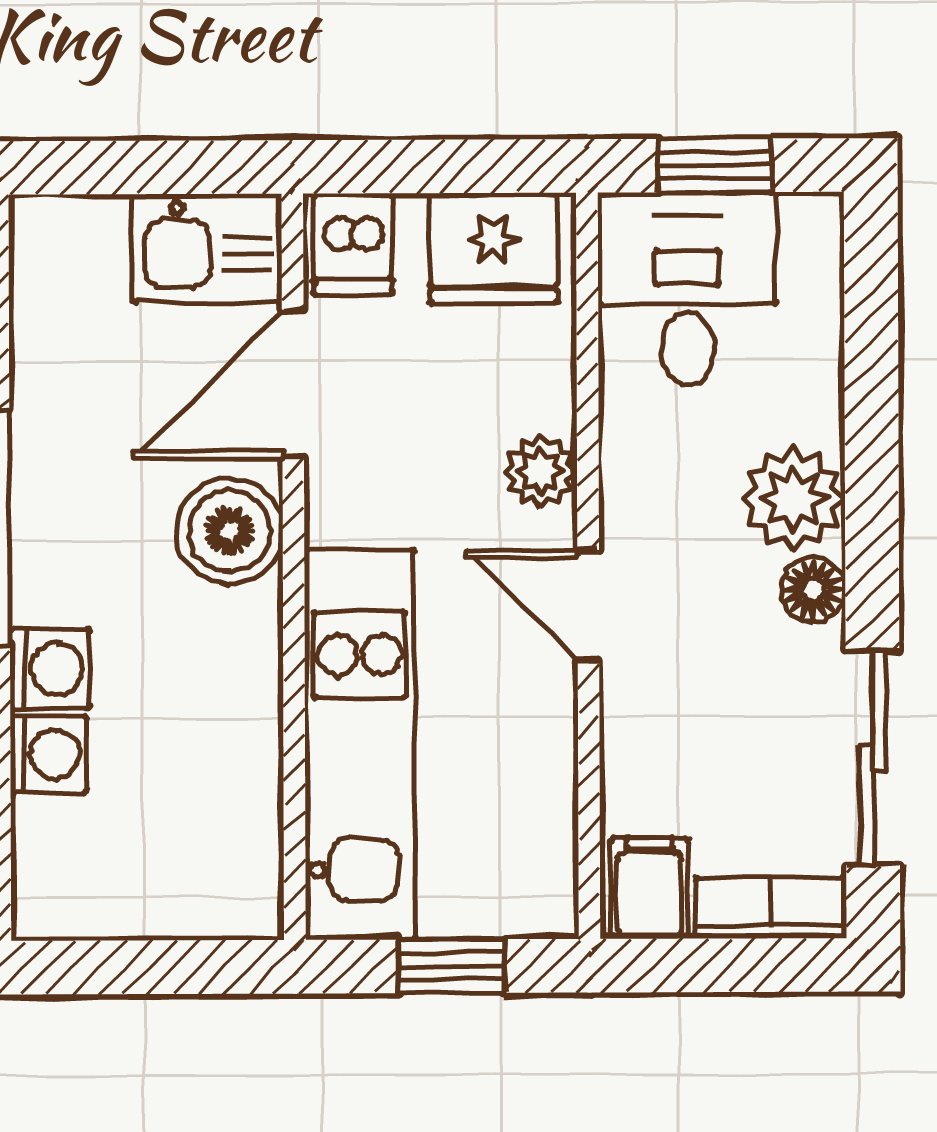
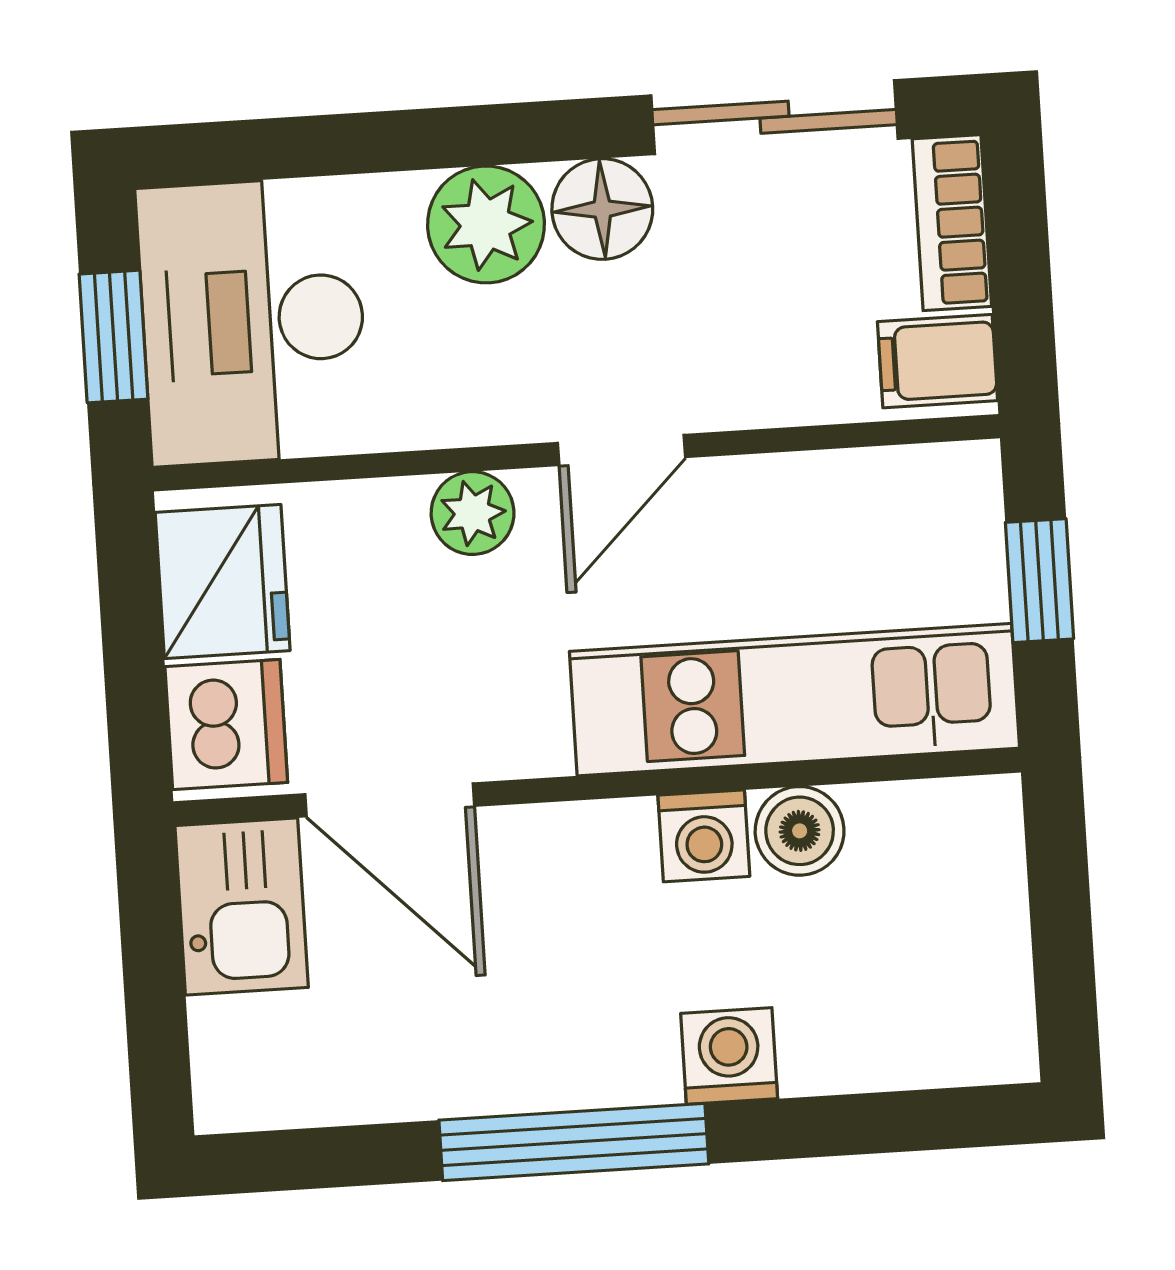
dishwasher: (353, 244) -> (226, 725), width x1.38
desk: (687, 289) -> (253, 321), width x1.37
boiler: (229, 531) -> (800, 831), moved, width x0.73, depth x0.73
floor lamp: (813, 589) -> (602, 209), width x1.37, depth x1.37
washing machine: (49, 754) -> (704, 836), moved, turned 180

